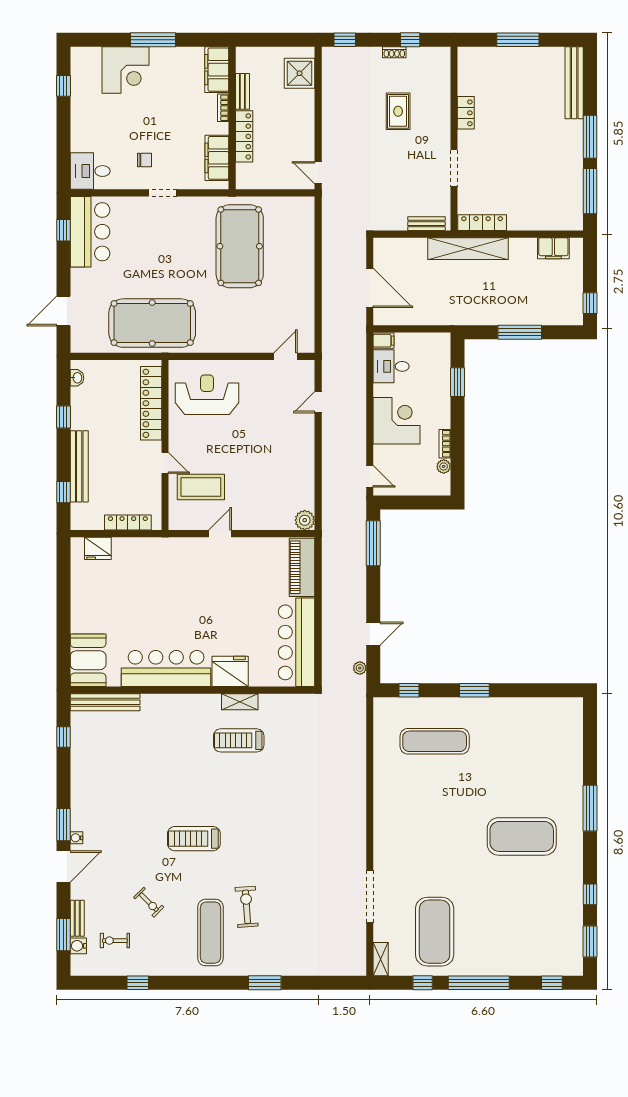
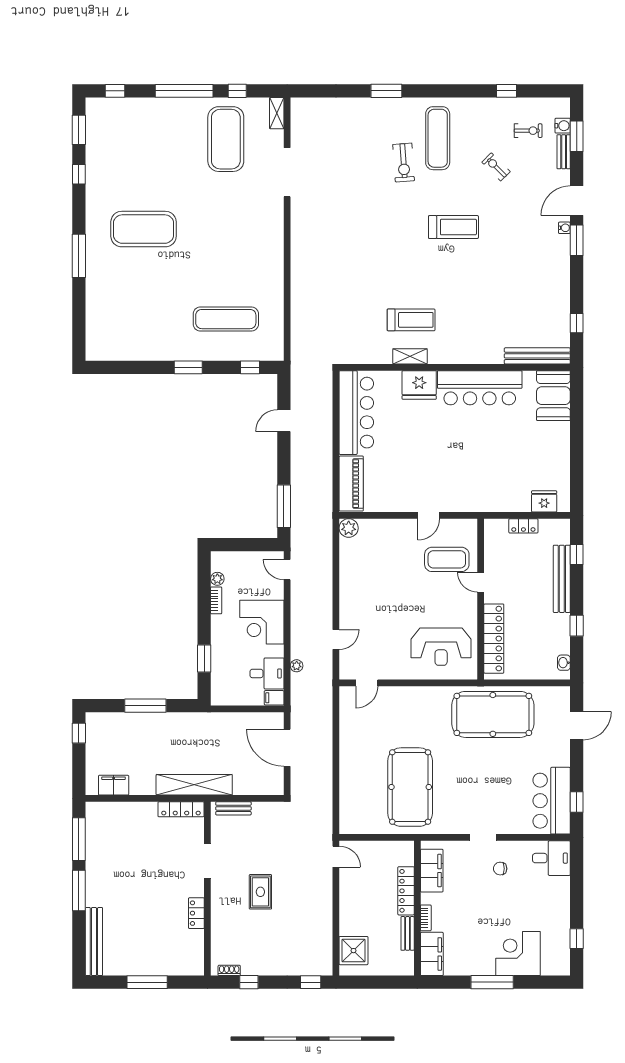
shoe rack: (394, 52) -> (229, 970), moved
rug: (398, 111) -> (260, 892), moved
locker: (128, 522) -> (523, 526), width x0.66
plant: (360, 668) -> (297, 666), moved

